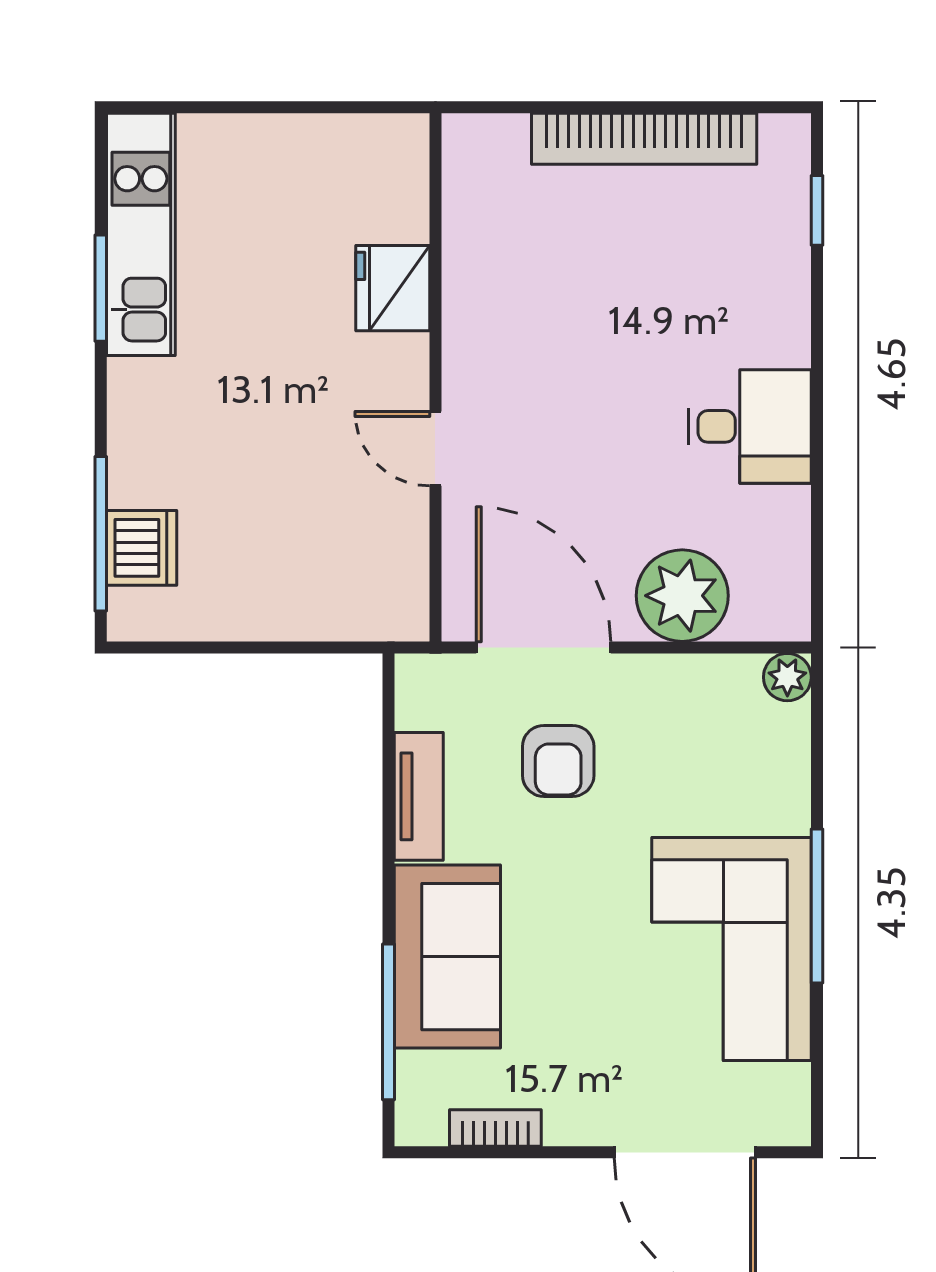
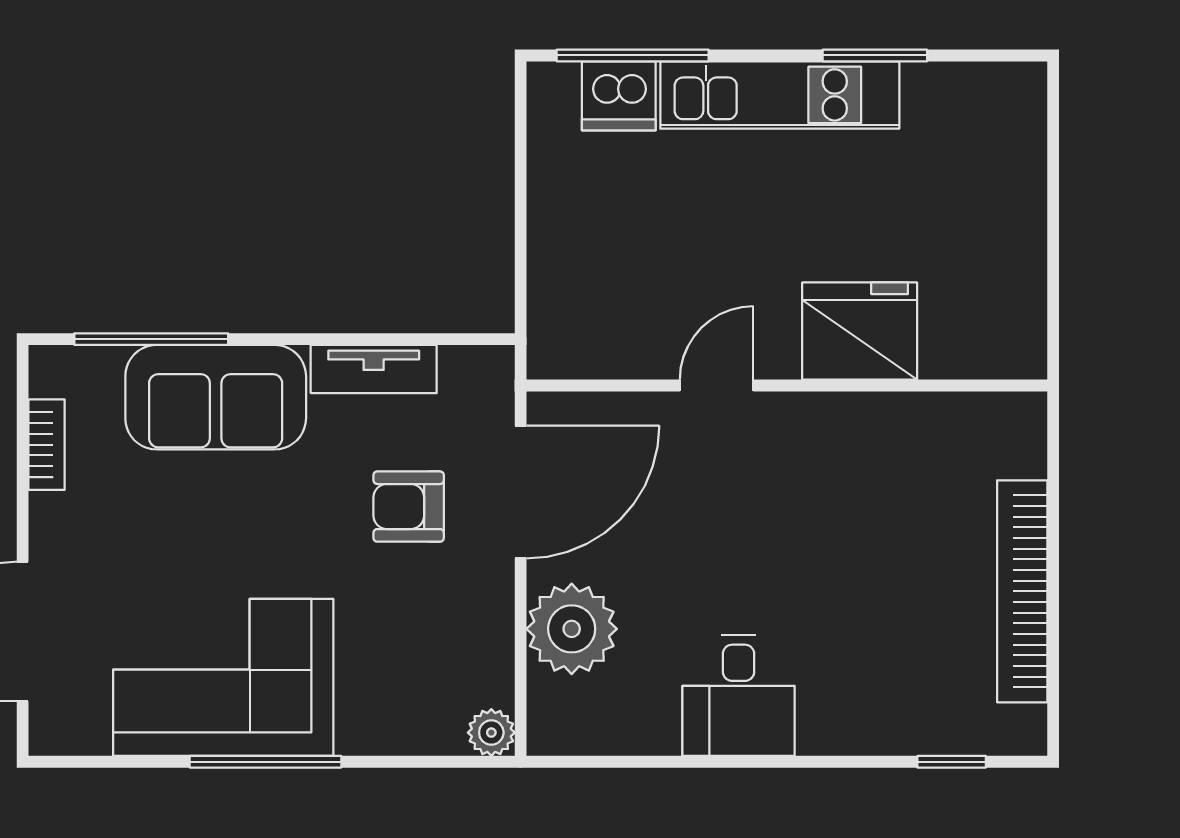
kitchen unit: (141, 234) -> (780, 95), moved
fridge: (393, 288) -> (860, 331), width x1.36, depth x1.34

